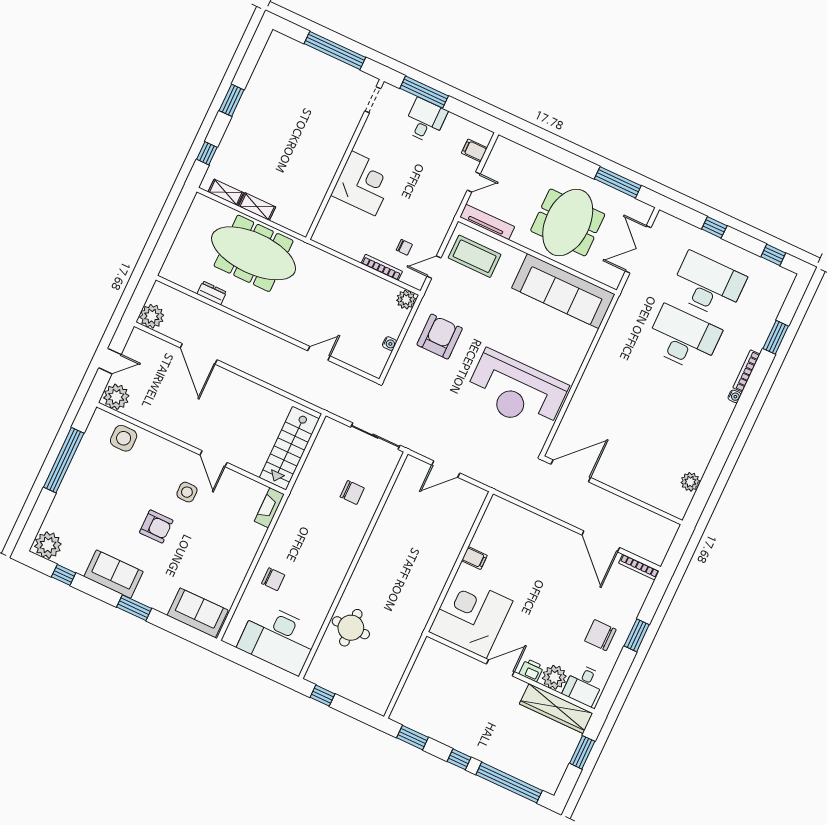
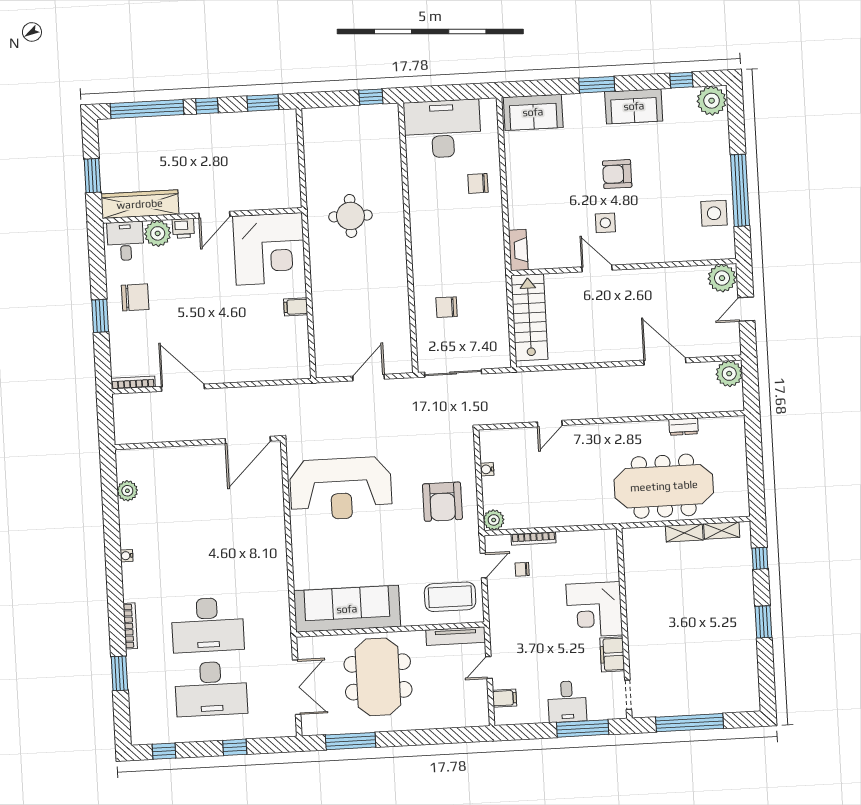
filing cabinet: (368, 139) -> (612, 654), added
reception desk: (516, 391) -> (341, 489), turned 180
water cooler: (735, 396) -> (127, 556), moved
side table: (124, 438) -> (714, 213), moved
round table: (351, 628) -> (350, 216), moved

